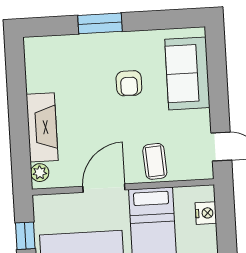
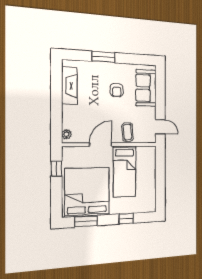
fireplace: (42, 127) -> (69, 86), moved
nightstand: (206, 213) -> (151, 160), removed

